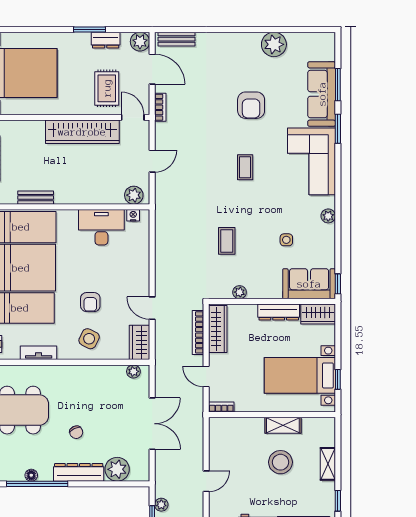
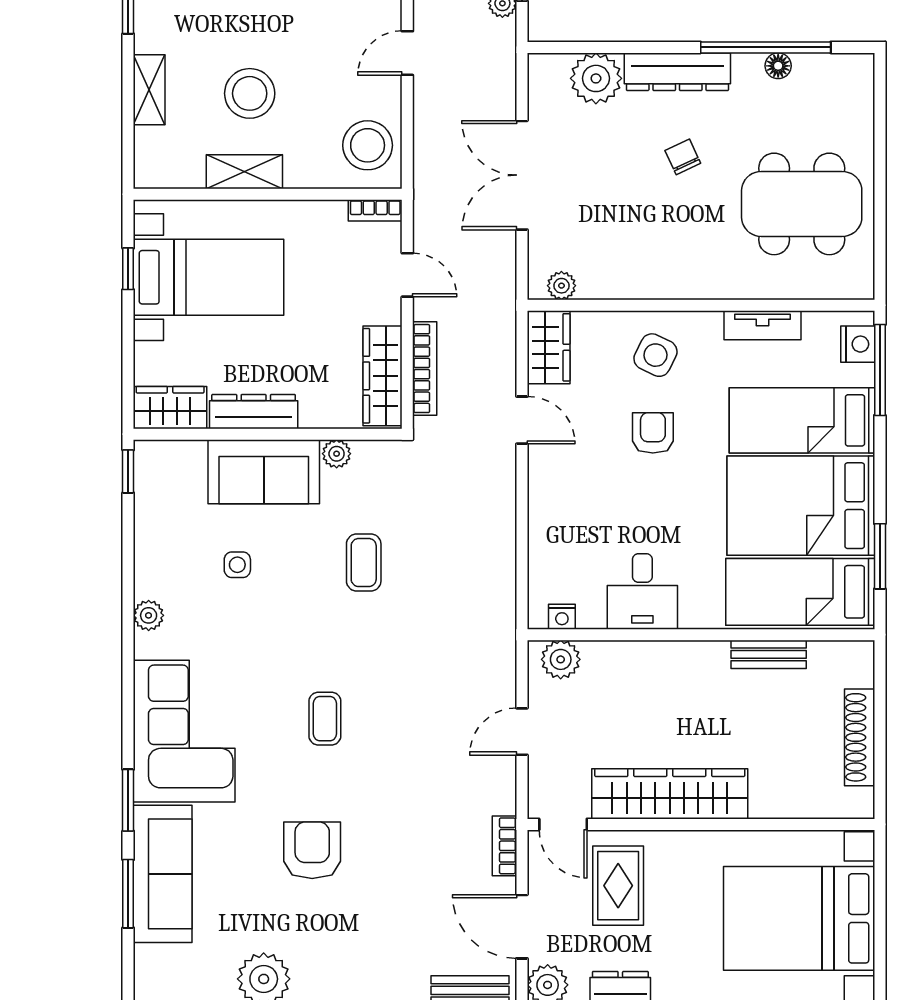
desk: (101, 227) -> (642, 591), width x0.73
sofa: (309, 284) -> (264, 472), moved
stool: (225, 438) -> (368, 145), added

